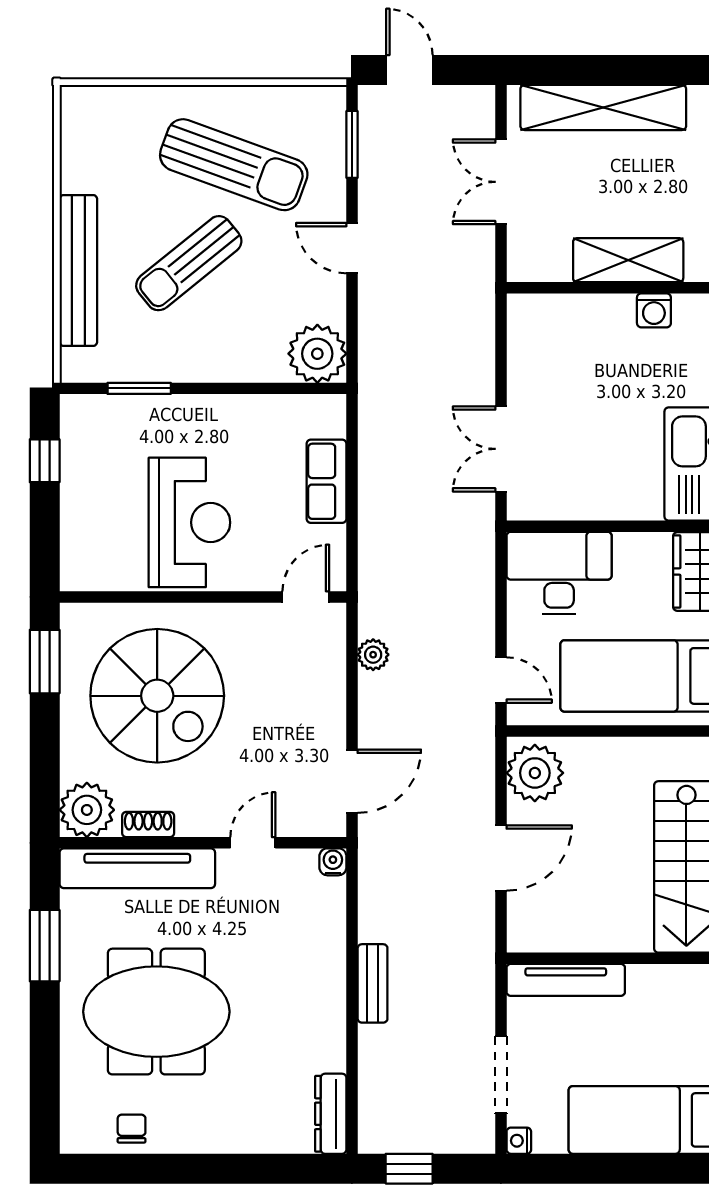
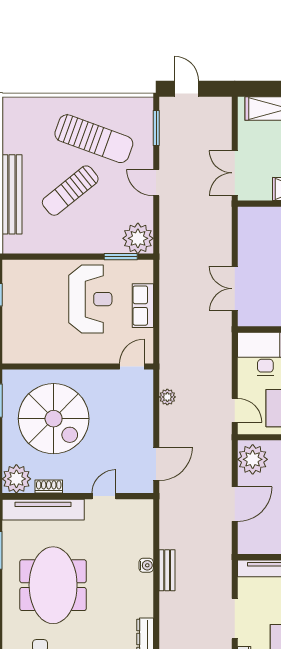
double door: (501, 182) -> (235, 173), moved
window: (139, 388) -> (121, 257), moved
reception desk: (189, 522) -> (90, 299), moved
water cooler: (333, 862) -> (146, 565), moved, turned 90
meeting table: (156, 1012) -> (53, 585), turned 90

